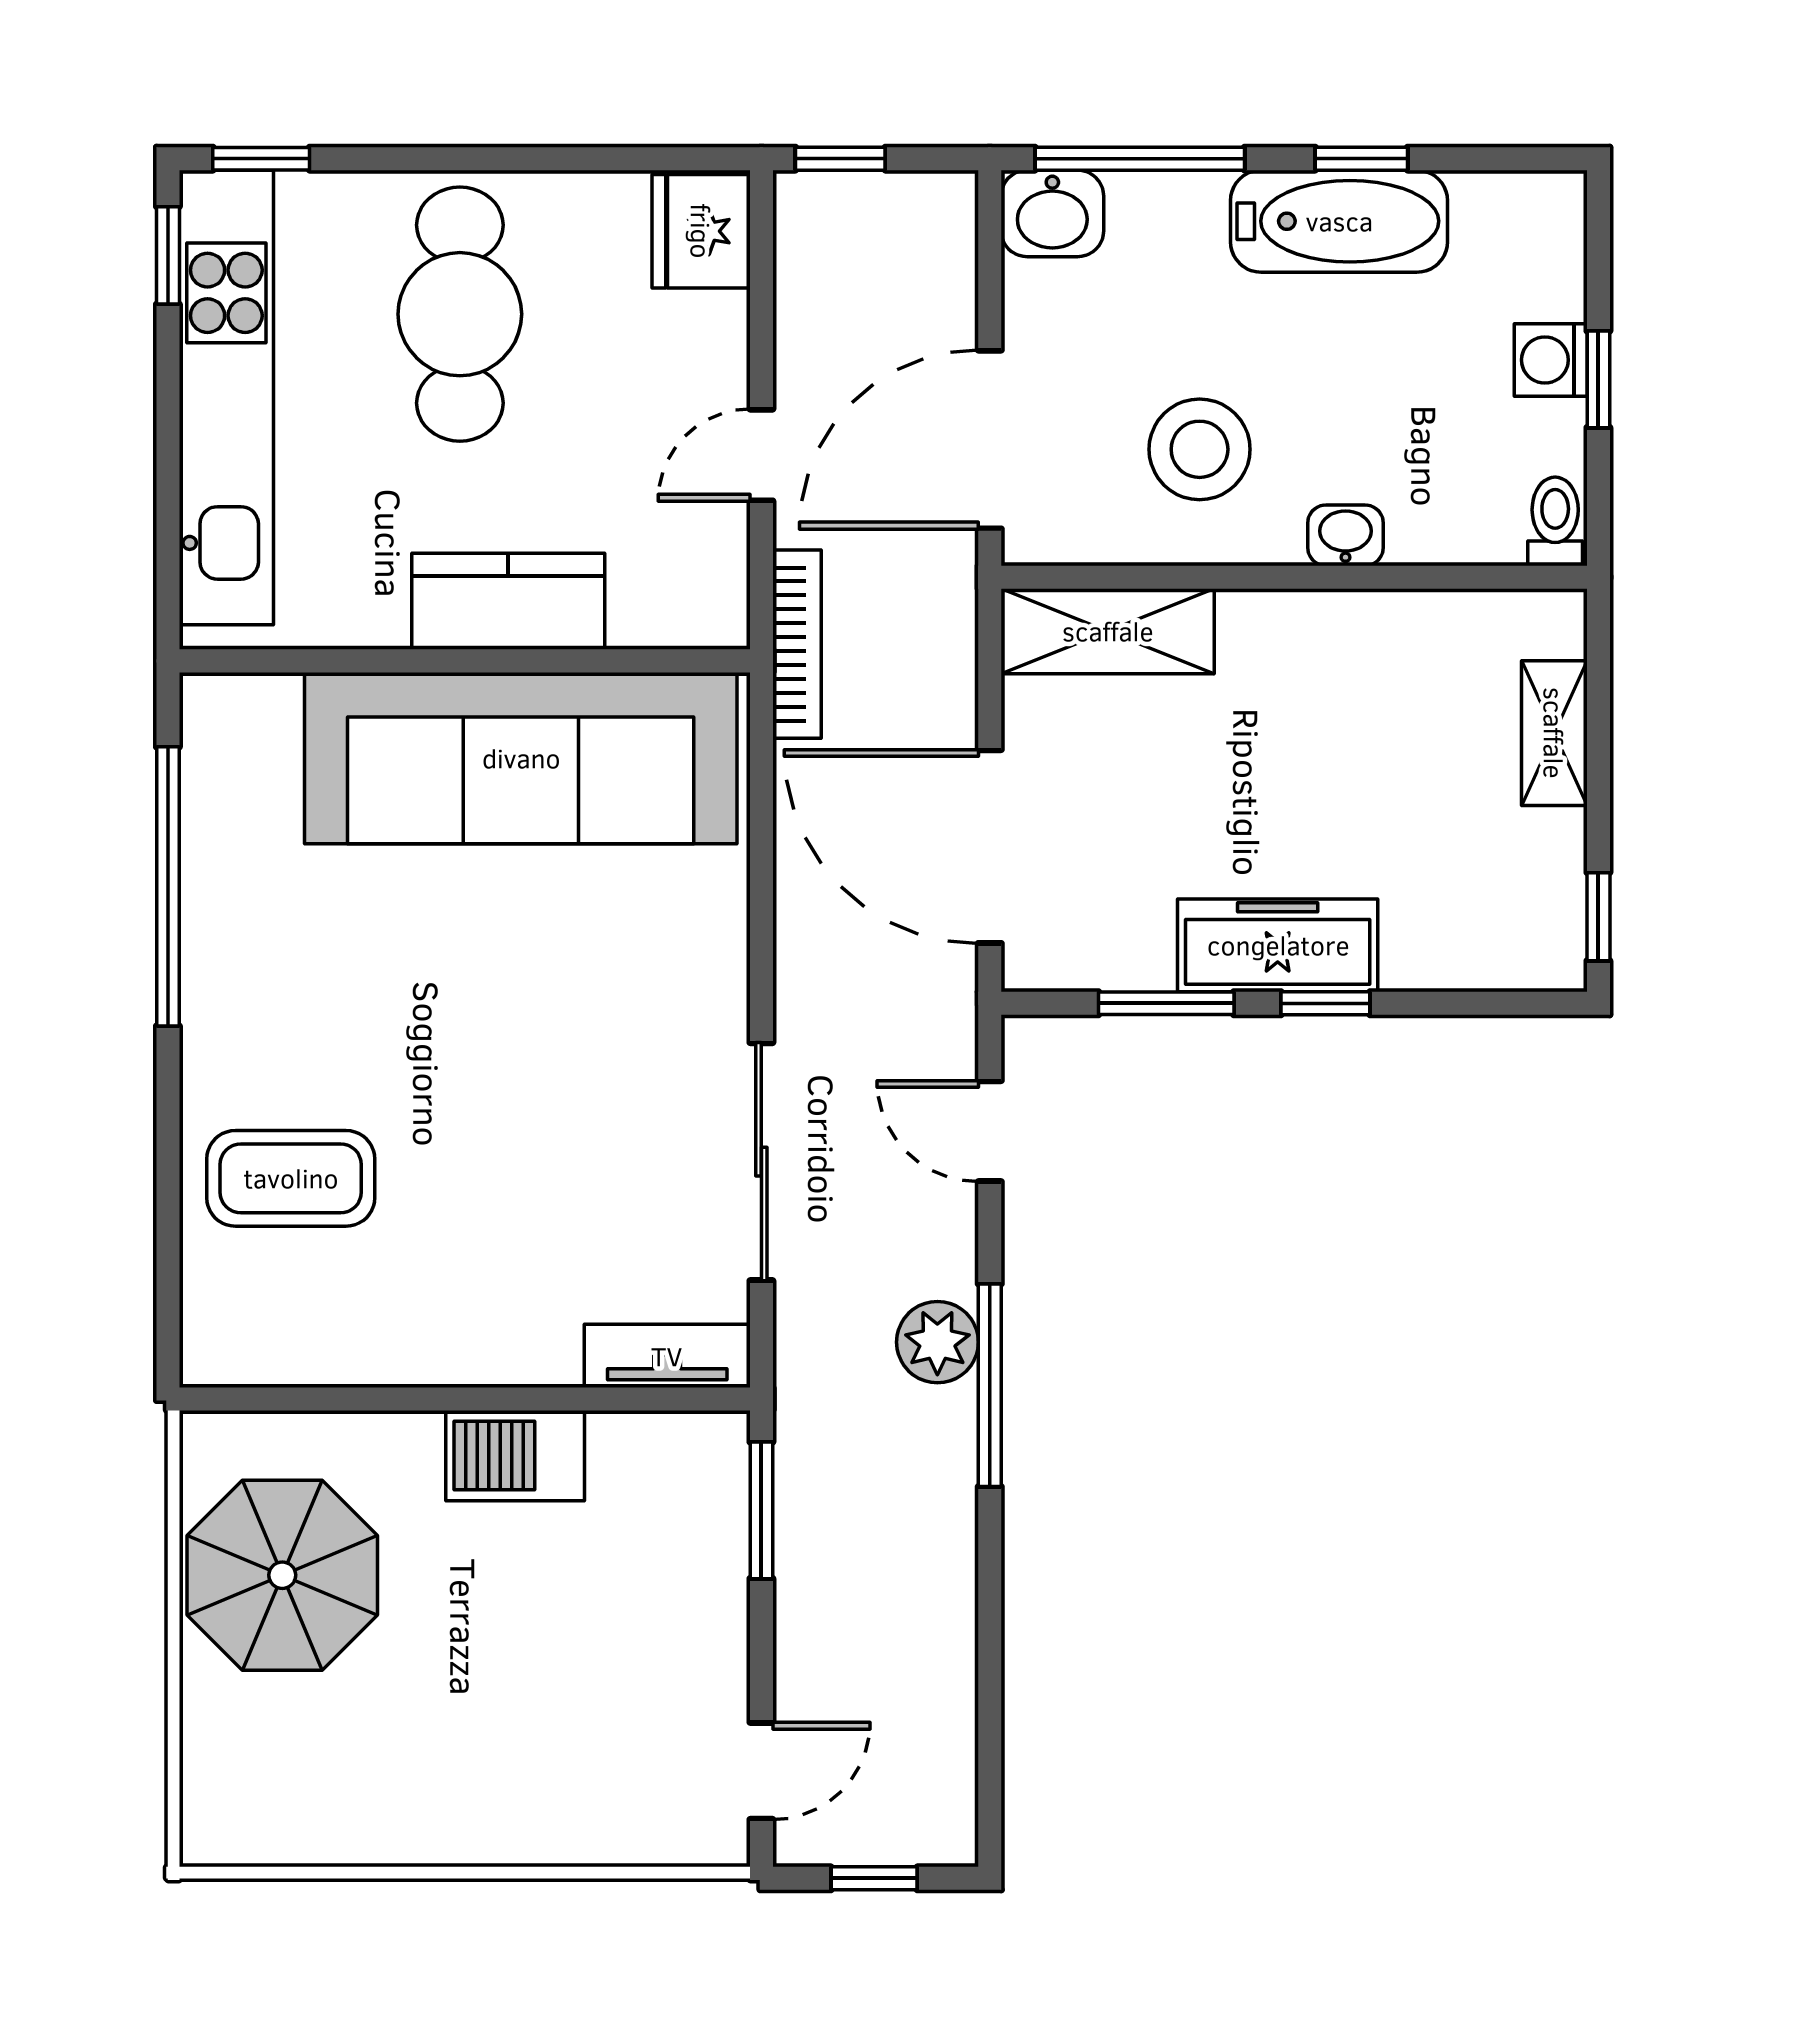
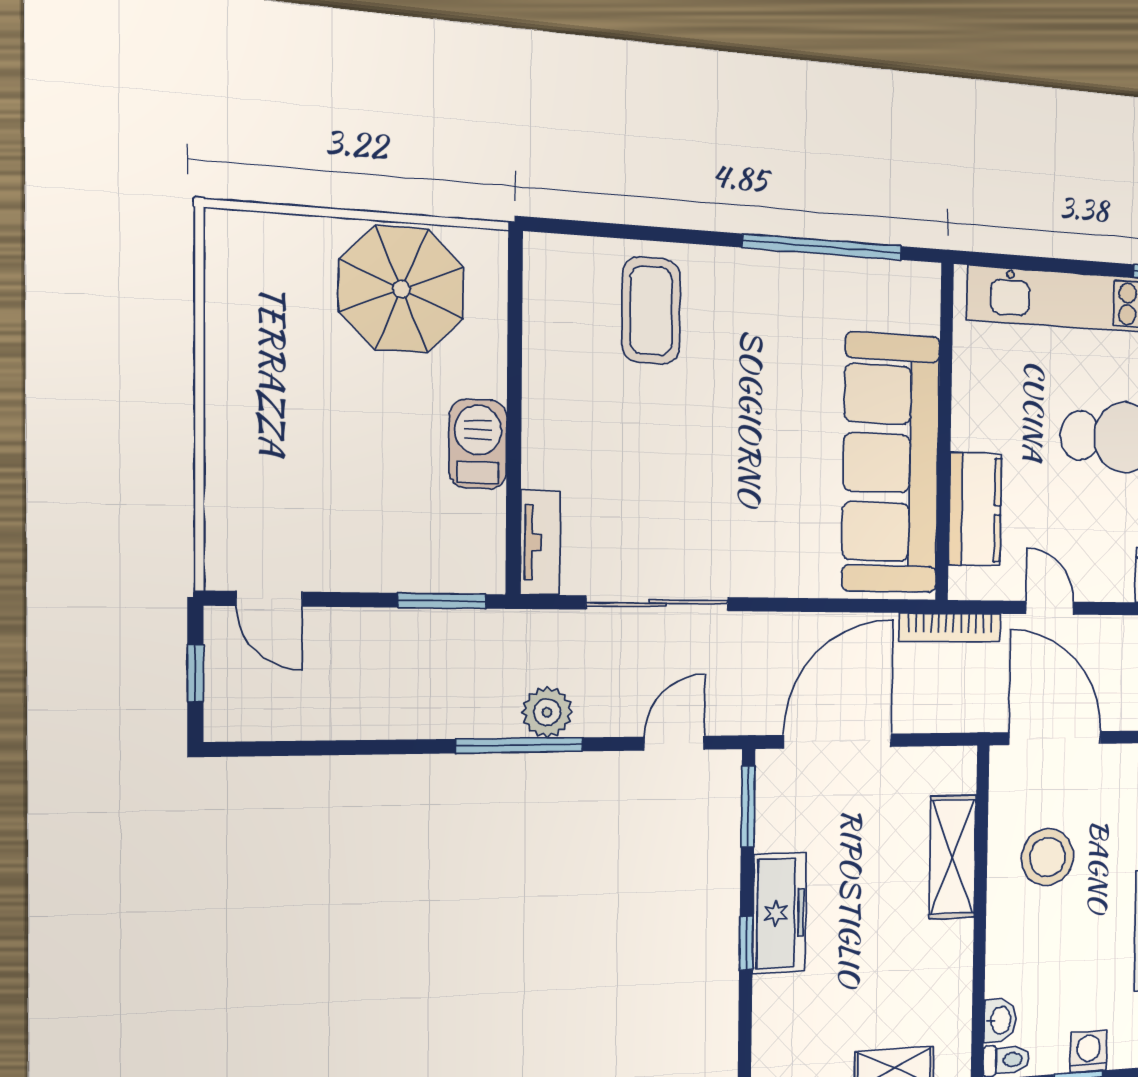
washbasin: (1345, 535) -> (1000, 1020), moved
kitchen counter: (508, 601) -> (975, 510), moved
shelving: (1108, 631) -> (953, 857), moved
window: (1166, 1003) -> (748, 807), moved

